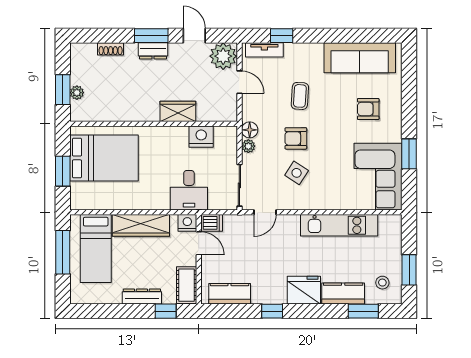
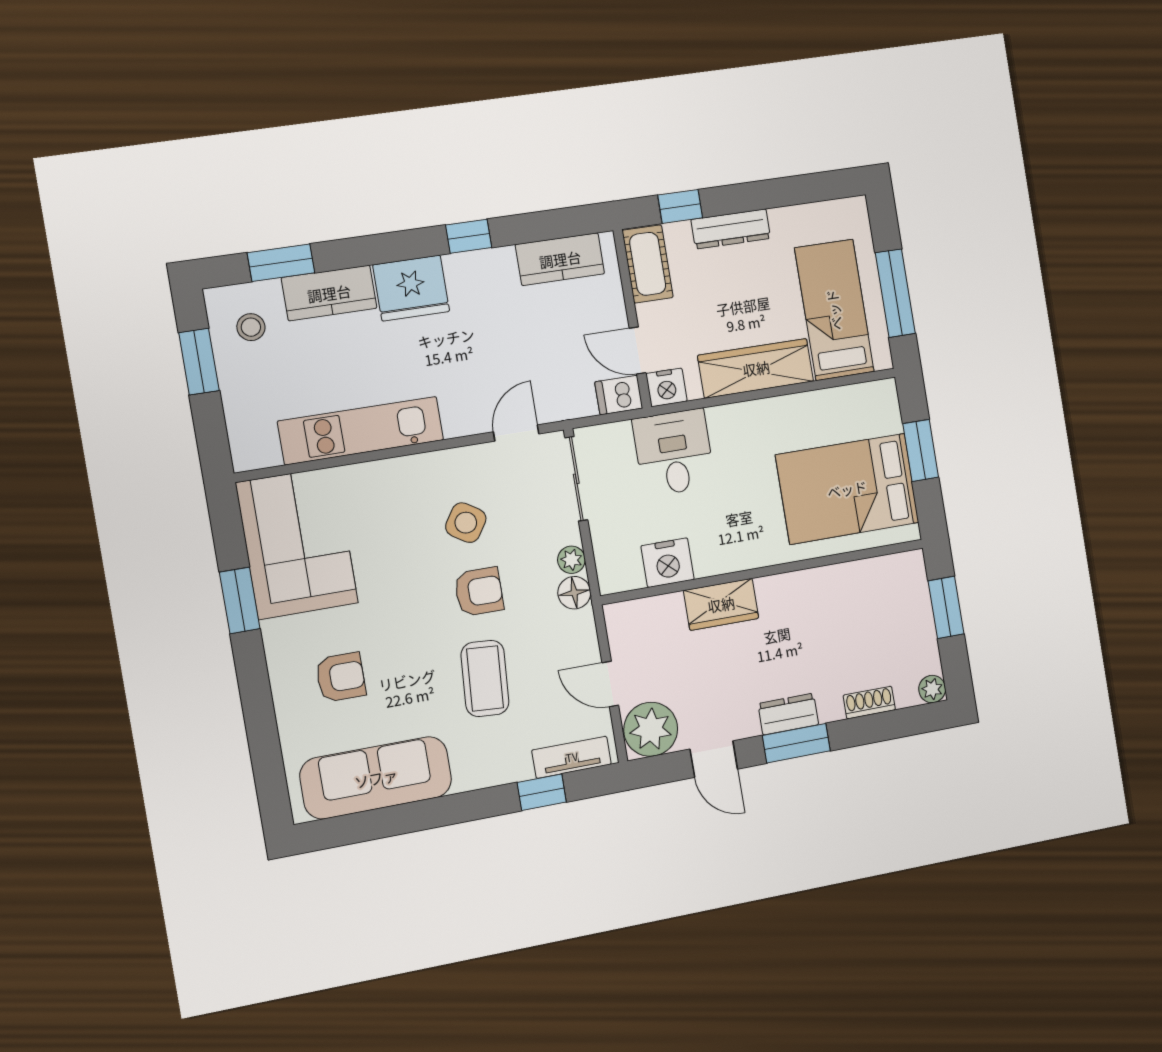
plant: (77, 93) -> (932, 689), moved
coffee table: (300, 96) -> (485, 678), width x1.36, depth x1.30

